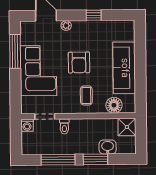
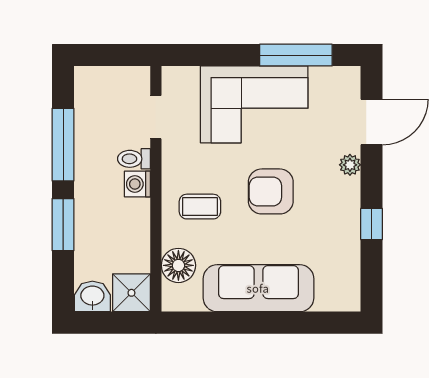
washing machine: (27, 125) -> (137, 184), moved
washbasin: (108, 147) -> (92, 296), moved, turned -90

